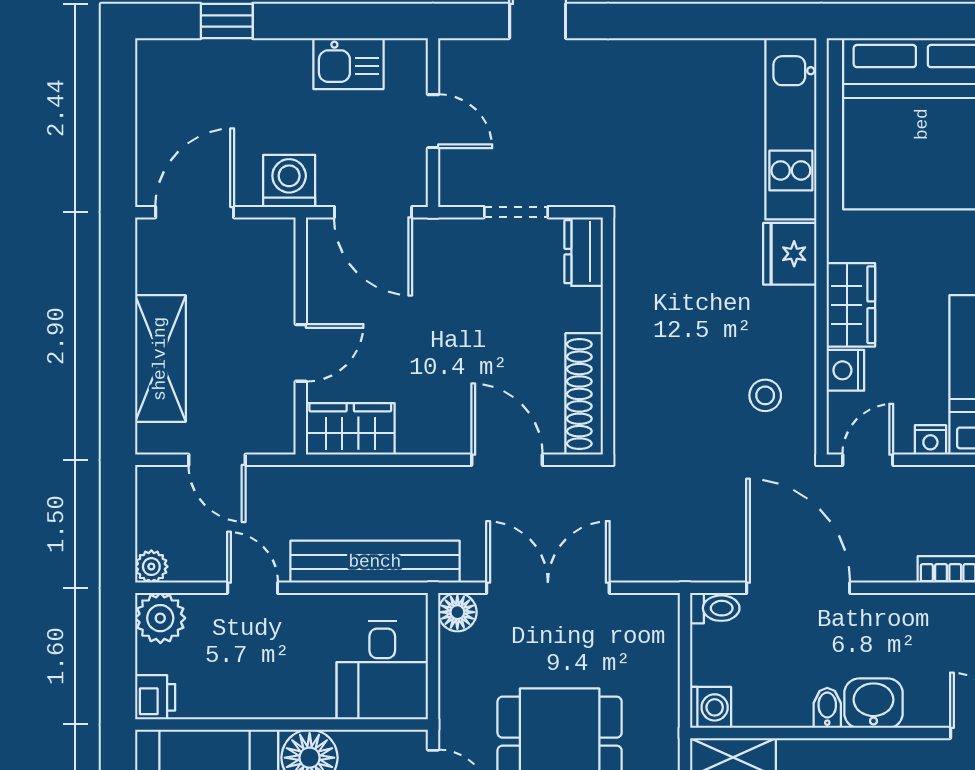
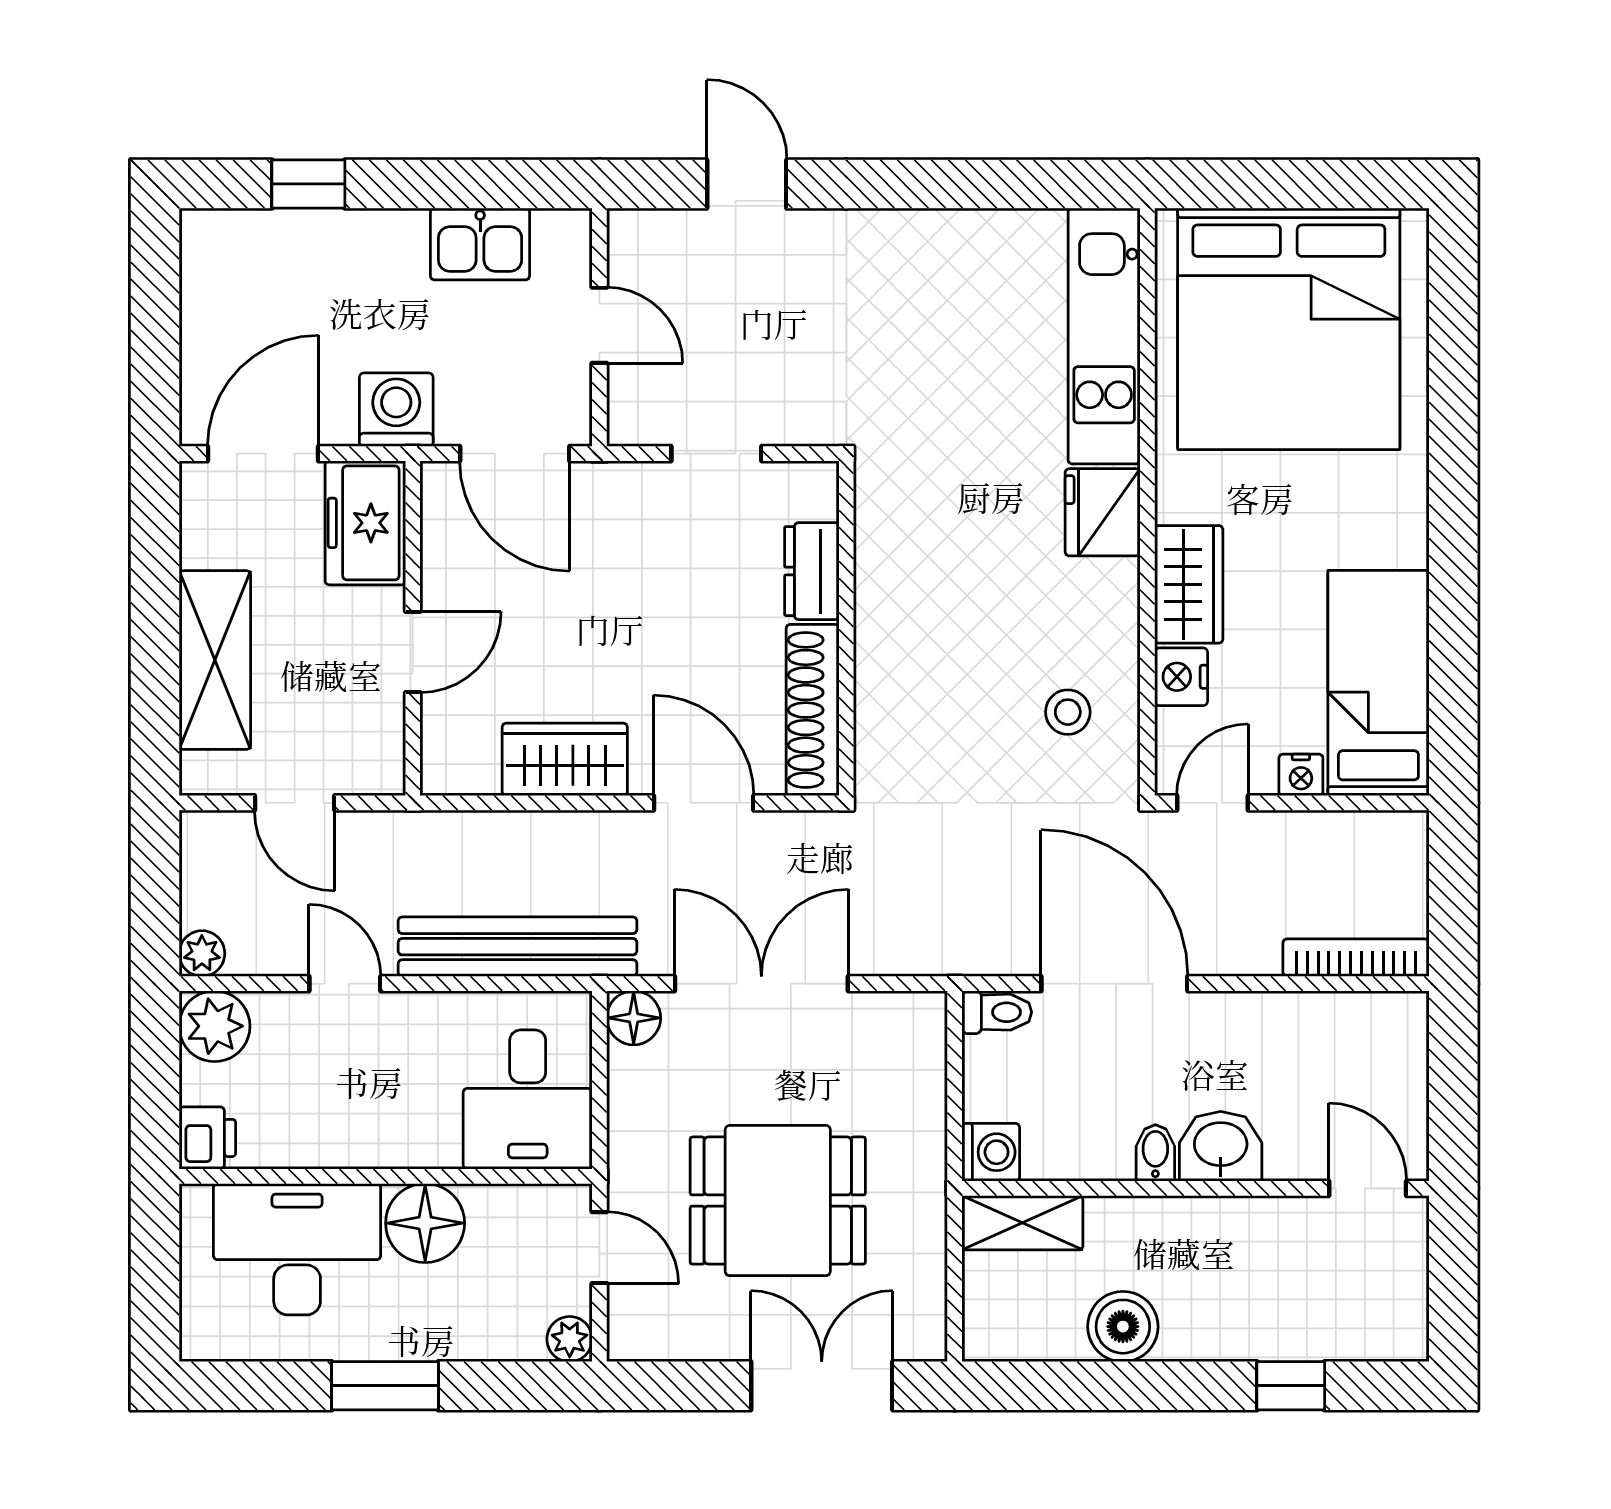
dresser: (584, 252) -> (812, 571), moved
freezer: (267, 261) -> (365, 523), added
wardrobe: (350, 429) -> (565, 759), moved

